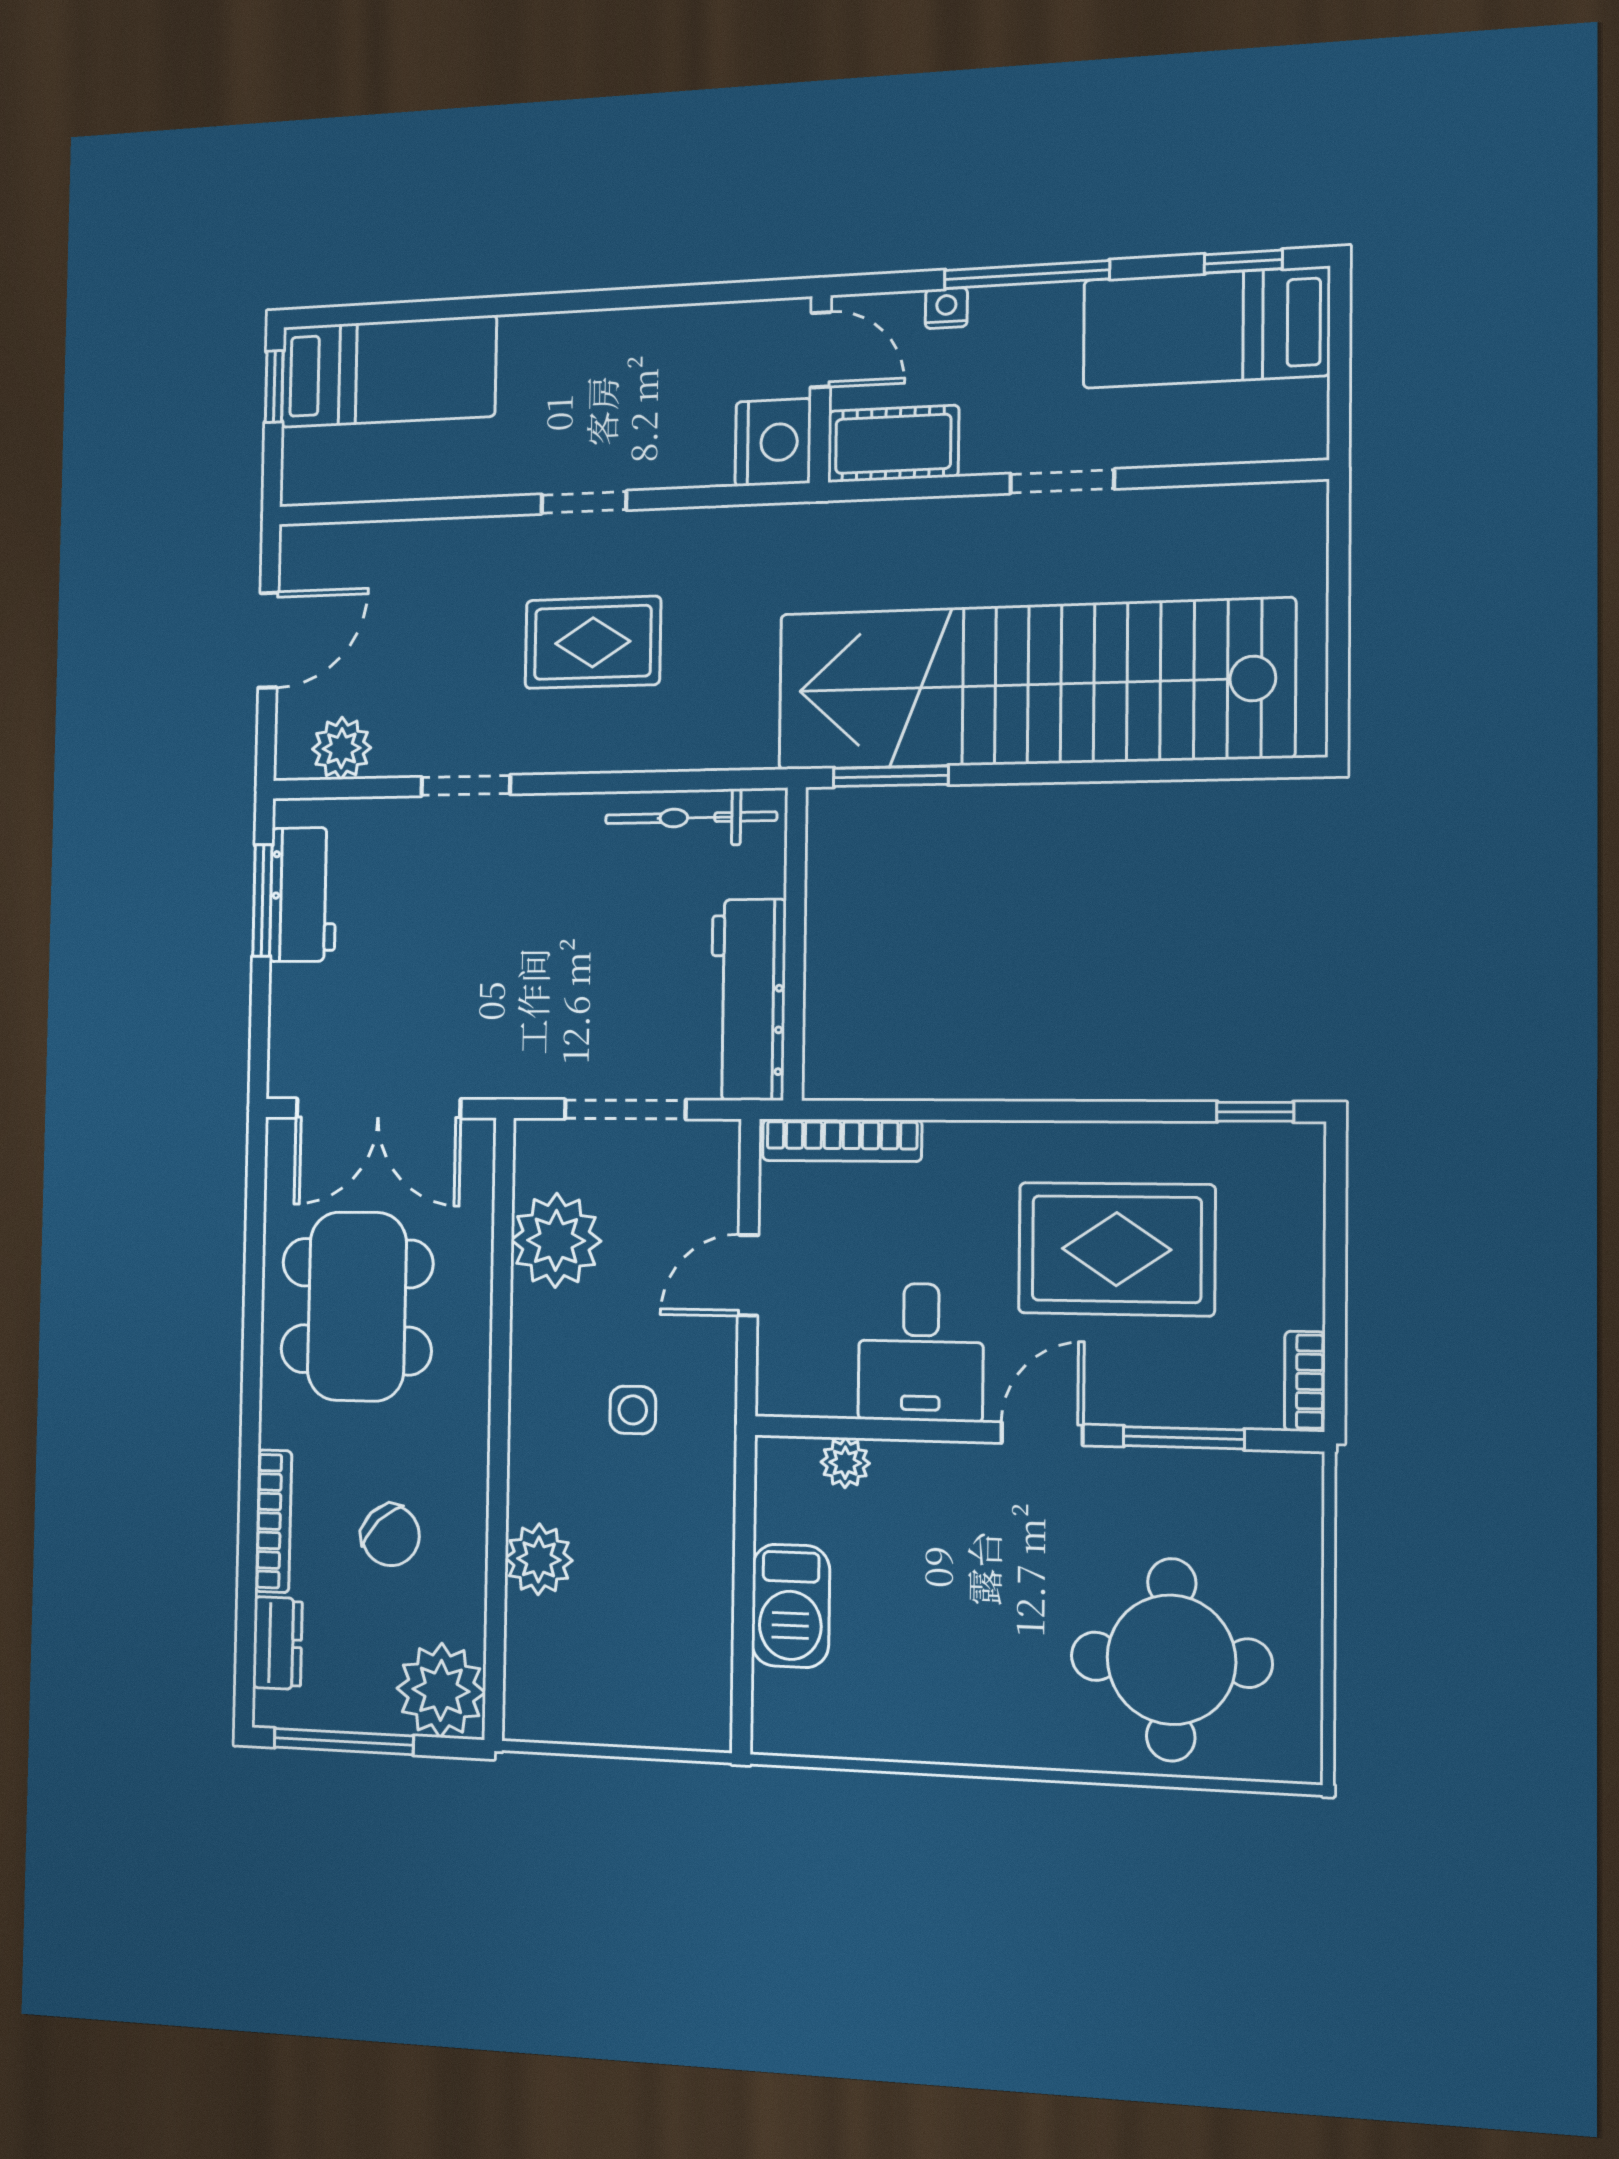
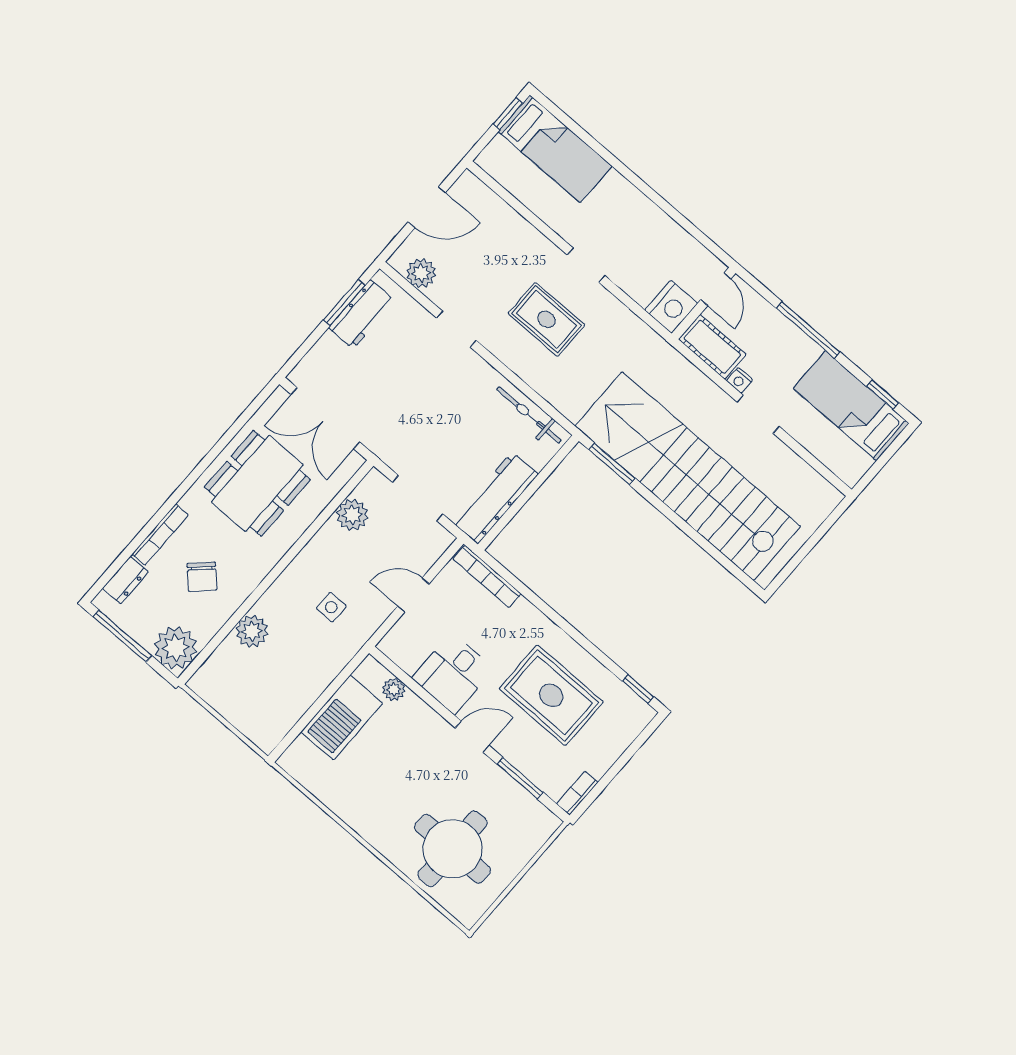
nightstand: (946, 308) -> (740, 380), moved, turned 180
plant: (556, 1240) -> (352, 515), width x0.73, depth x0.73
barbecue: (791, 1606) -> (342, 717), width x1.37, depth x1.21

